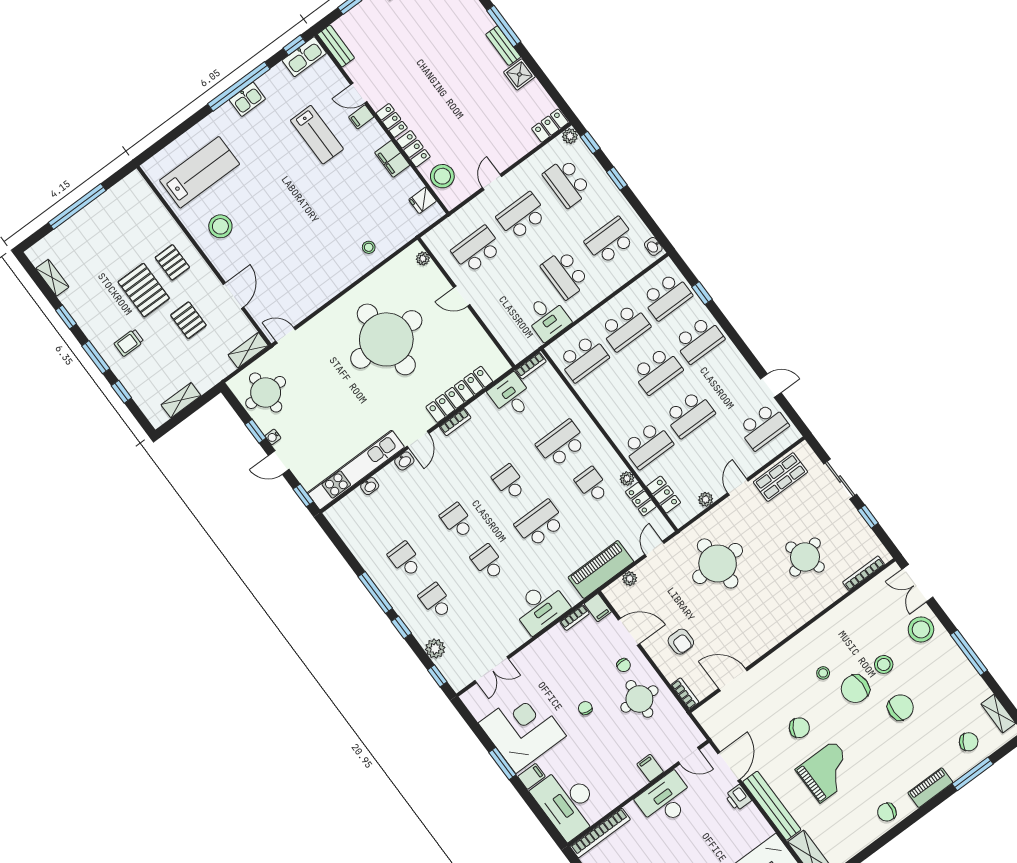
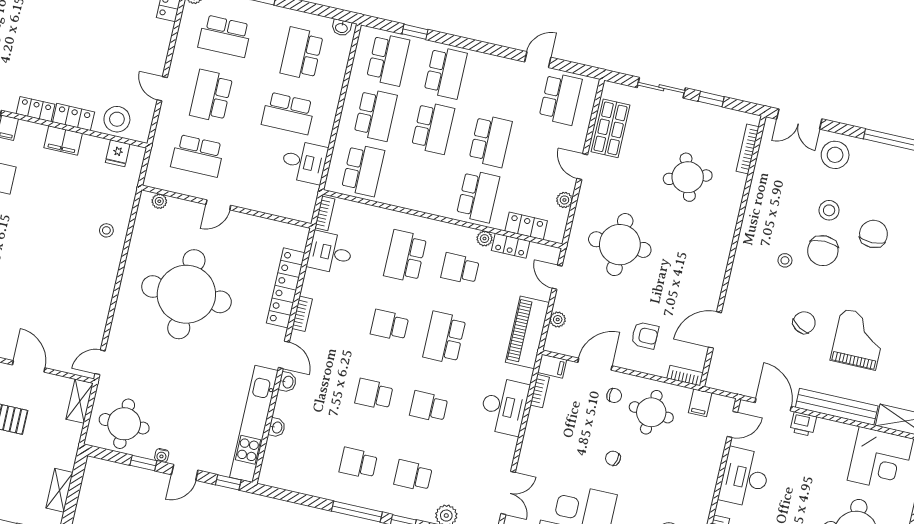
school desk: (477, 250) -> (198, 156), turned -90
filing cabinet: (650, 768) -> (700, 403), moved, turned -90

